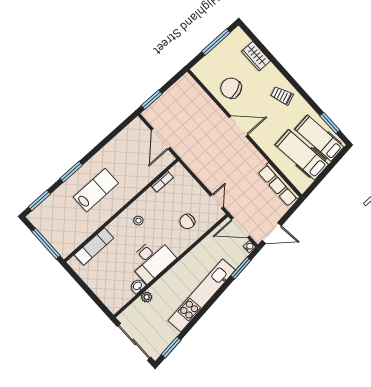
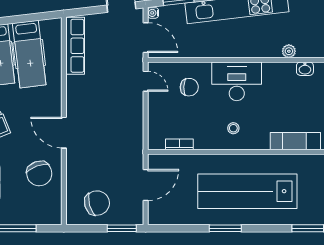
chair: (180, 102) -> (97, 203), added
window: (71, 172) -> (225, 228), moved
lab bench: (96, 190) -> (247, 191), width x1.86, depth x1.39
door: (217, 201) -> (146, 81), swing flipped
desk: (152, 260) -> (237, 81), moved
washbasin: (138, 286) -> (305, 69), moved

